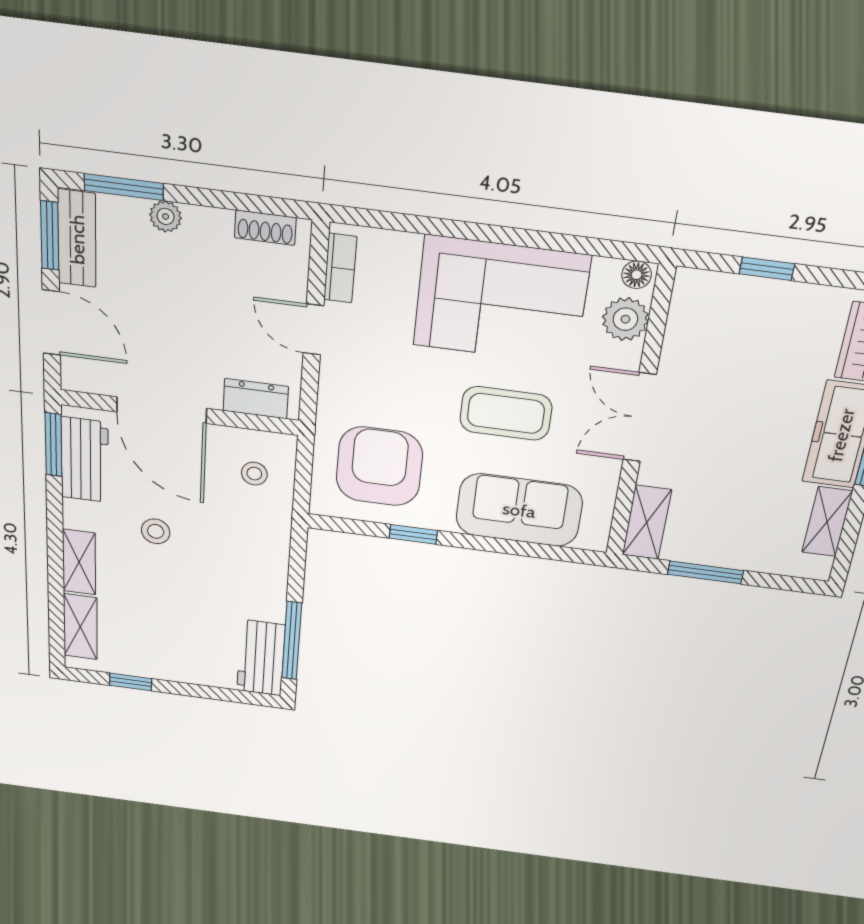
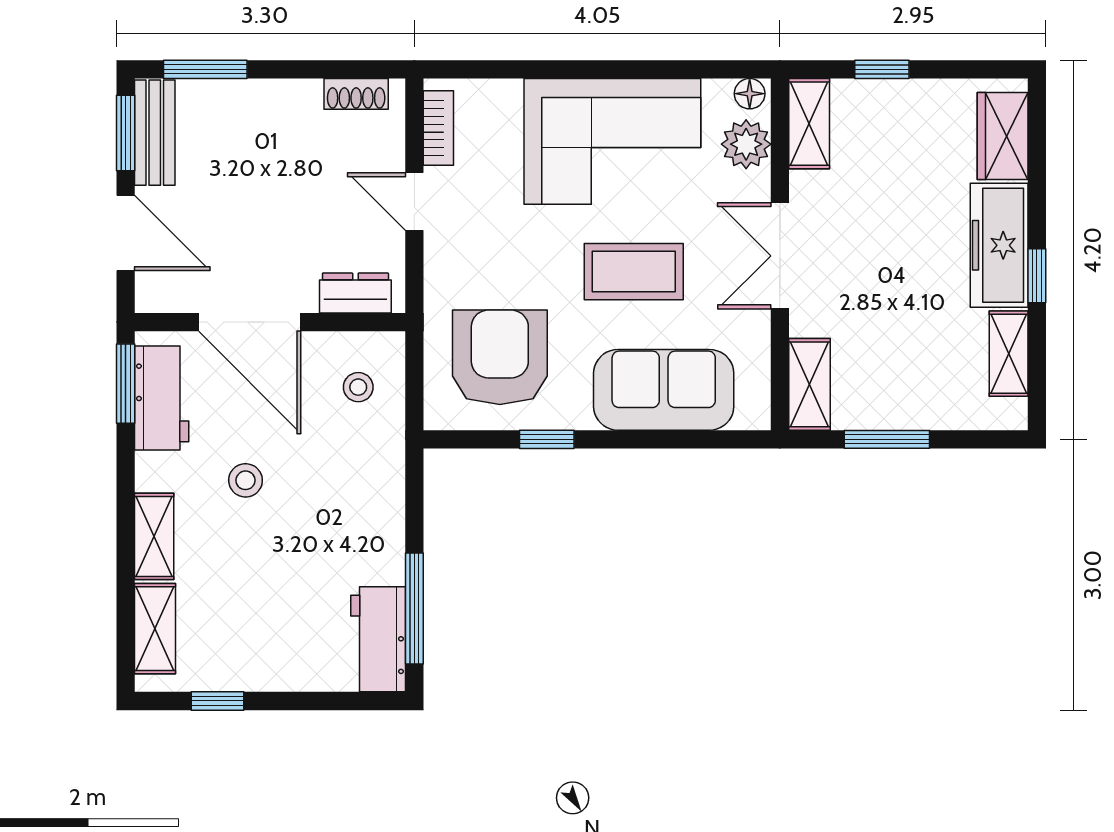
plant: (166, 216) -> (250, 96), removed
shelving: (688, 309) -> (809, 124), added

